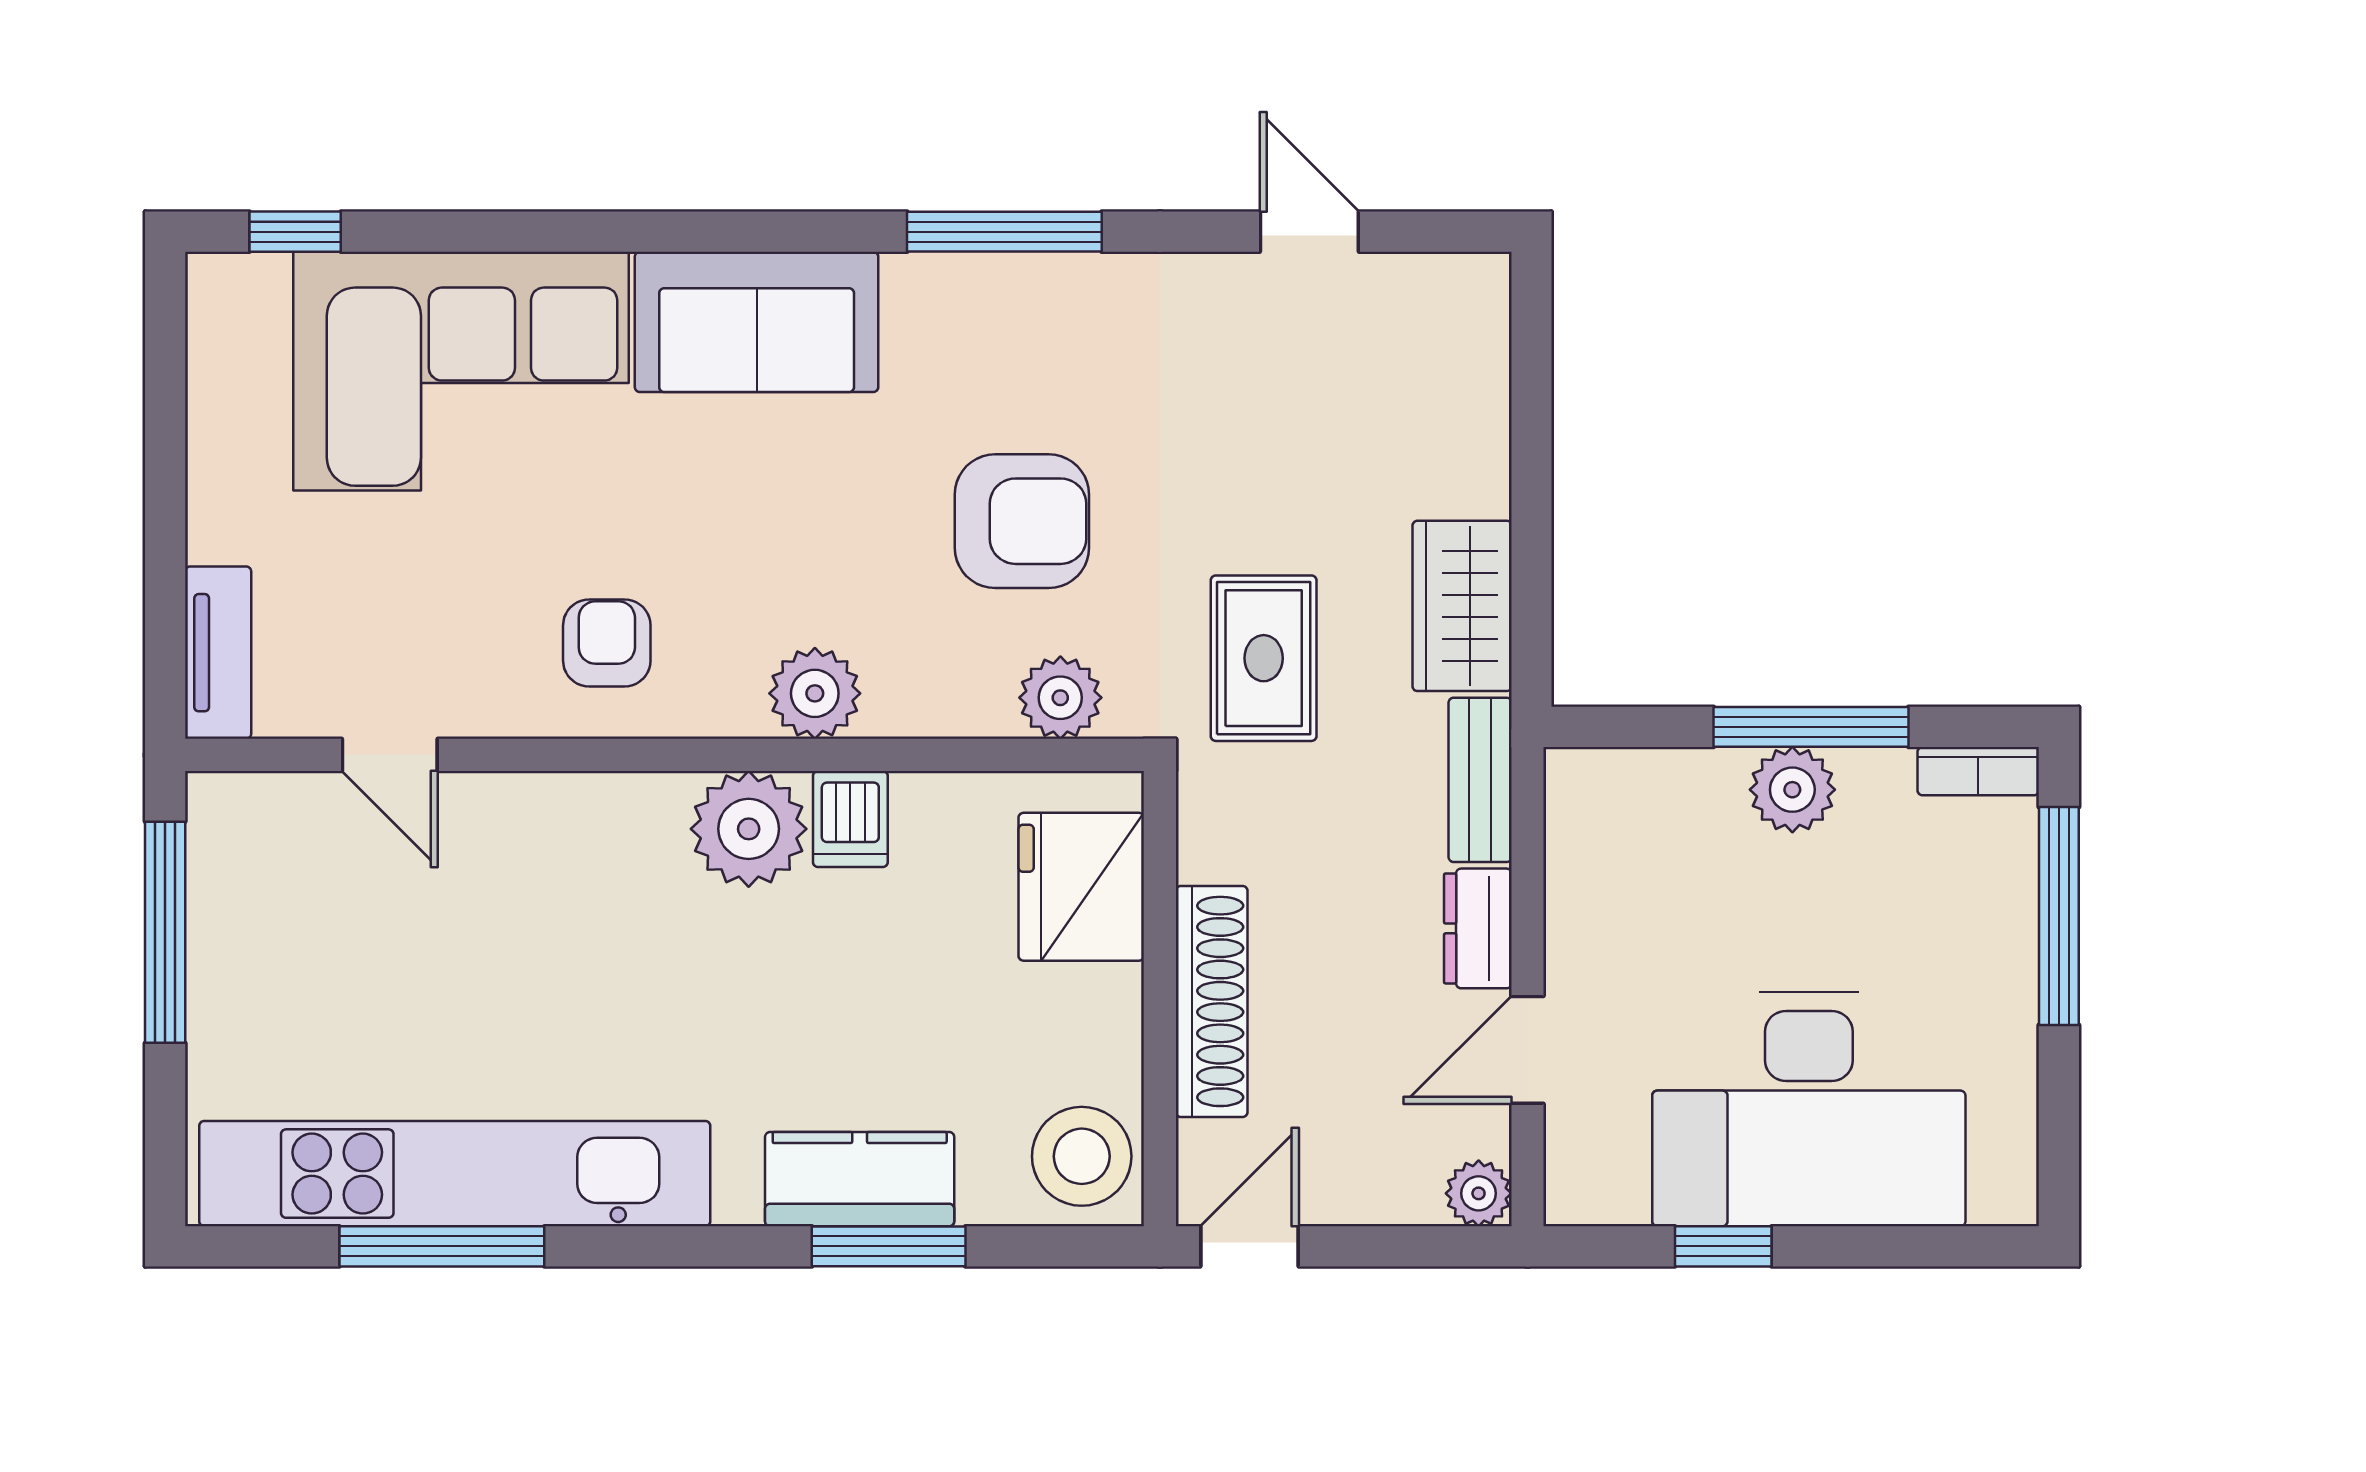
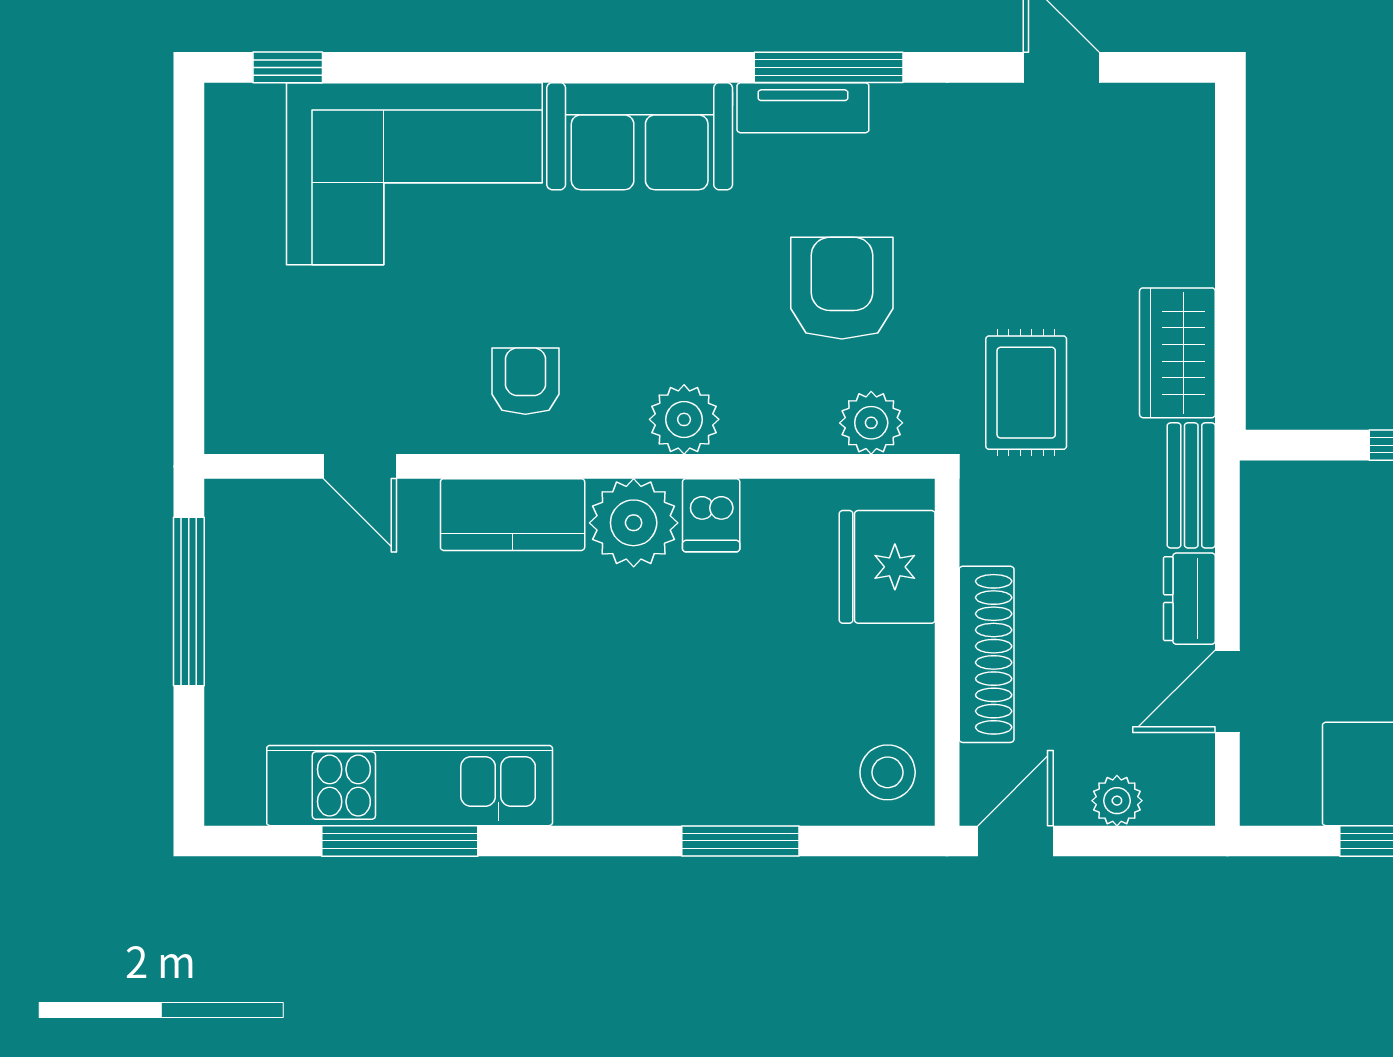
armchair: (1022, 521) -> (842, 288), turned -90
tv unit: (218, 653) -> (803, 108), moved, turned 90
stool: (1082, 1156) -> (888, 772), width x0.73, depth x0.73
kitchen unit: (455, 1174) -> (410, 786), width x0.73
kitchen counter: (860, 1179) -> (513, 515), moved, turned 180
plant: (1479, 1193) -> (1117, 801), moved

